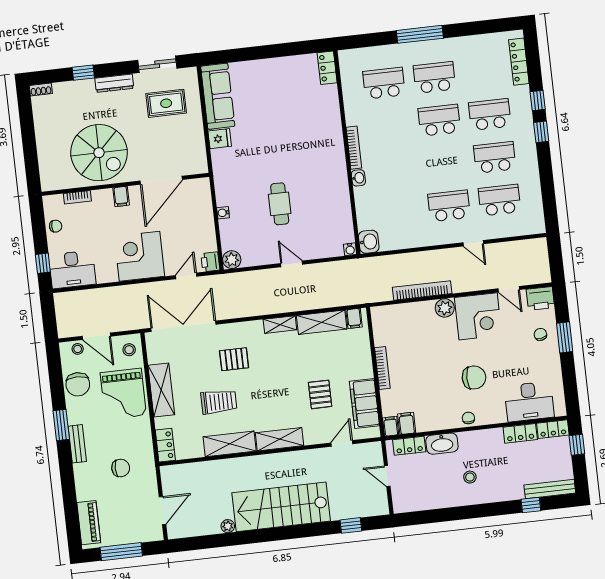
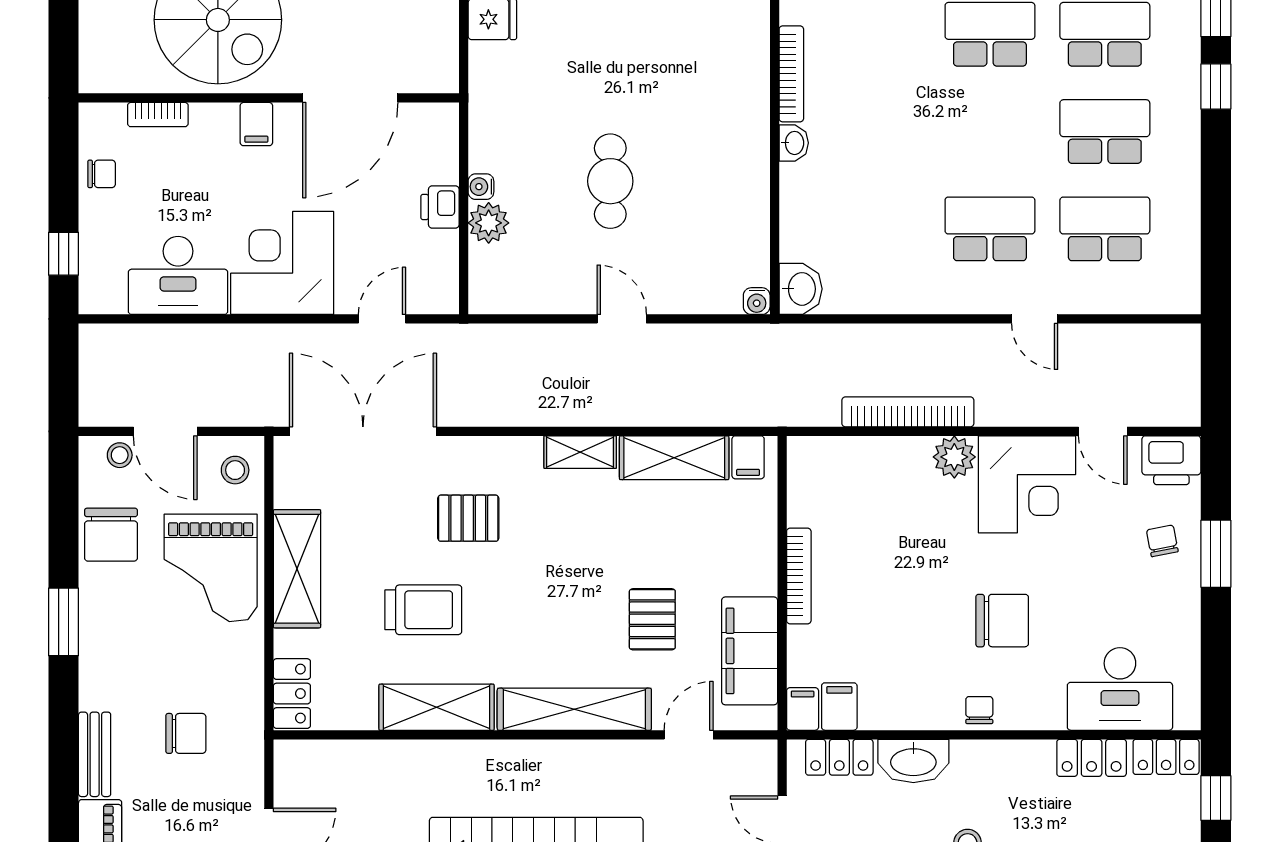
plant: (232, 260) -> (489, 223), moved
printer: (210, 262) -> (440, 207), moved
desk: (72, 269) -> (178, 275), moved
shelving: (280, 439) -> (574, 709), width x1.47
bench: (77, 444) -> (95, 754), moved

